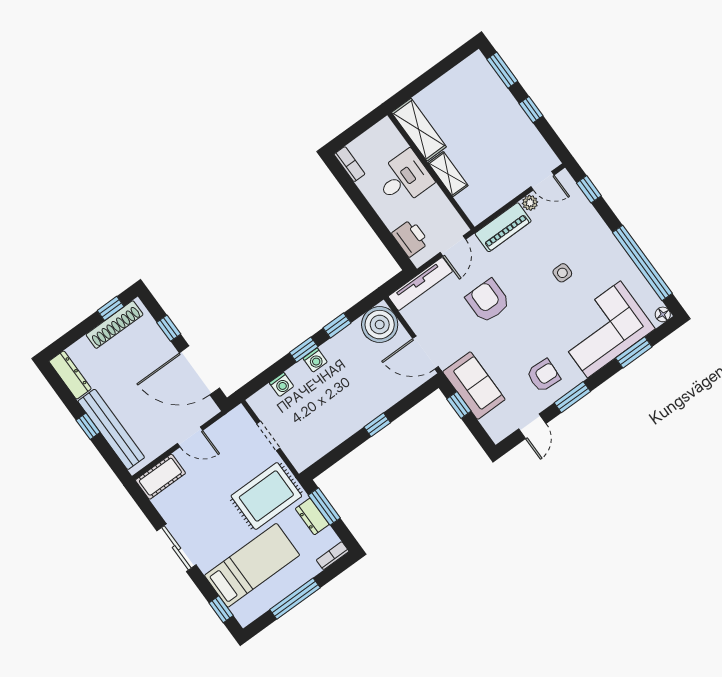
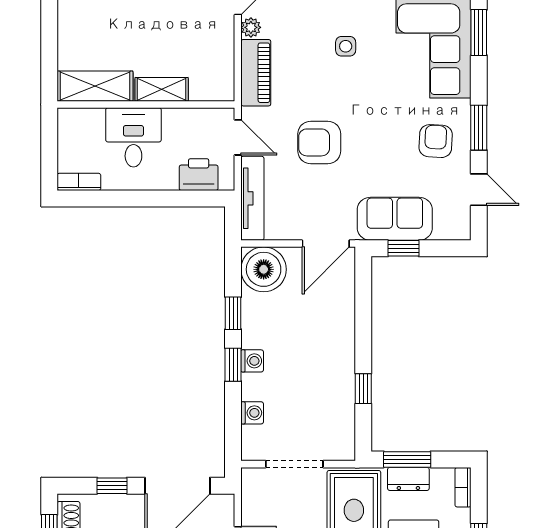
window: (377, 425) -> (363, 389), moved
doorway: (268, 436) -> (294, 464), width x1.38

